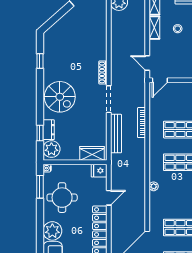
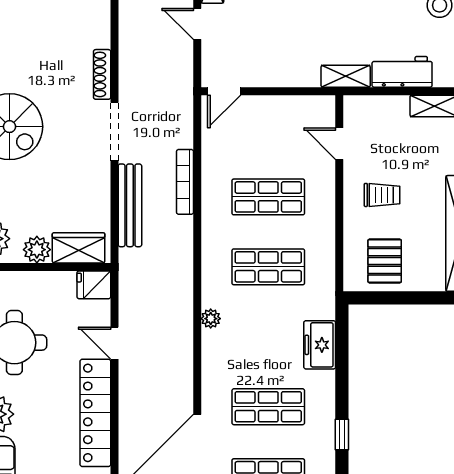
door: (147, 63) -> (197, 24), moved
plant: (73, 154) -> (37, 250), added
door: (109, 198) -> (114, 343), swing flipped

